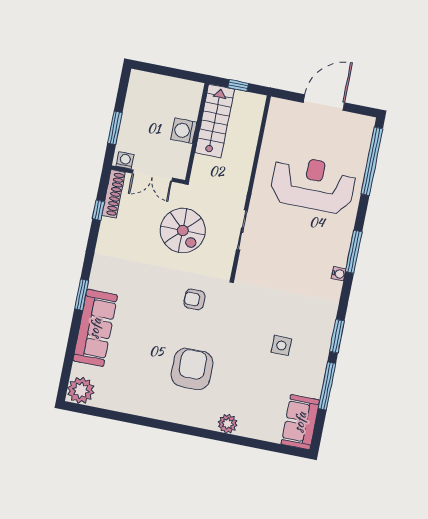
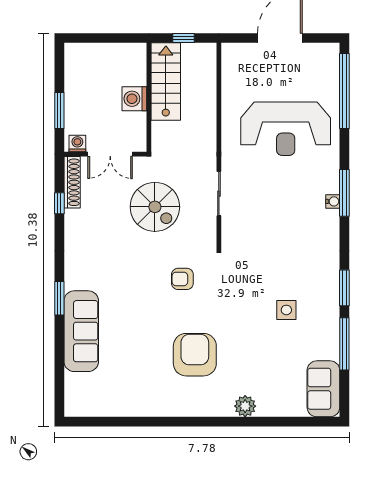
reception desk: (313, 184) -> (286, 129), turned 180
water cooler: (339, 274) -> (333, 201), moved
plant: (81, 390) -> (79, 402), removed

